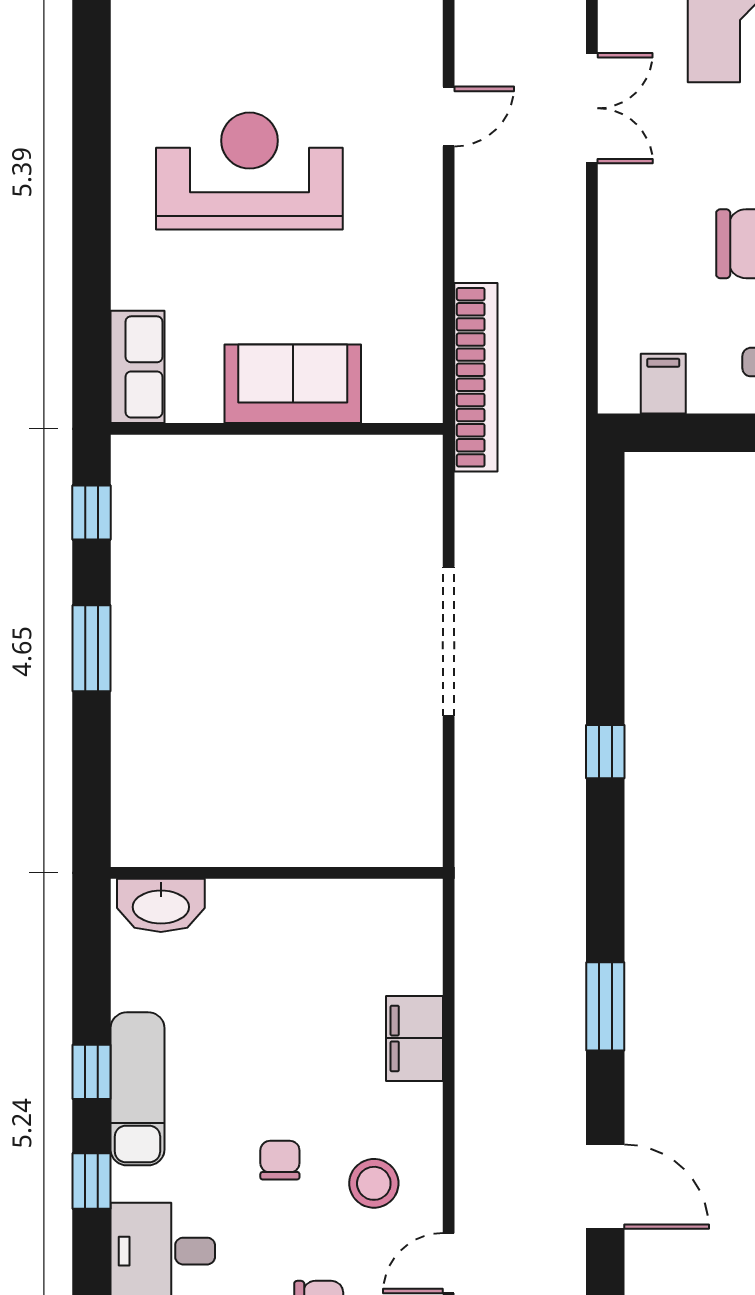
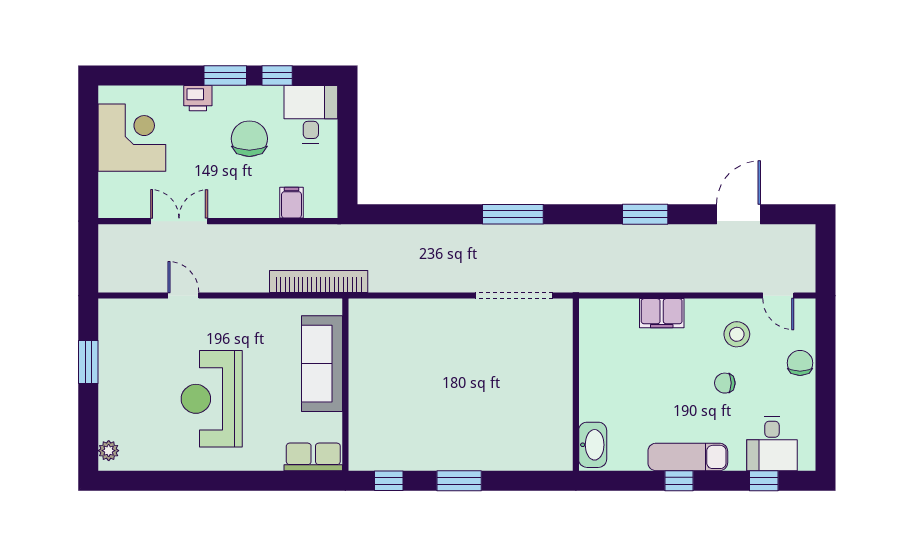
sofa: (293, 384) -> (322, 364), width x1.36
filing cabinet: (663, 384) -> (291, 203), moved, turned 90
doorway: (449, 642) -> (514, 296), moved
window: (605, 752) -> (513, 214), width x2.17
window: (92, 1181) -> (764, 481), moved

